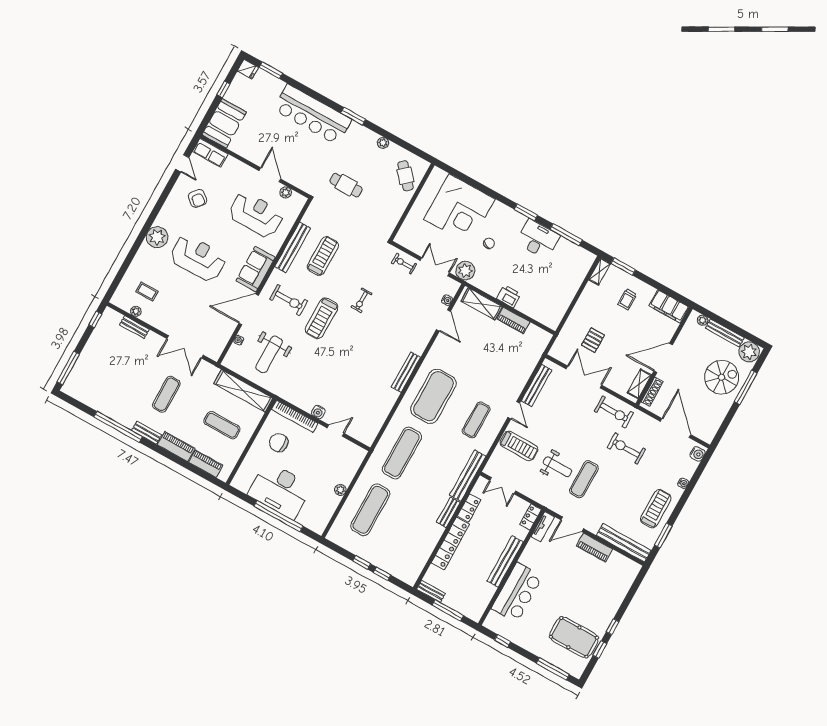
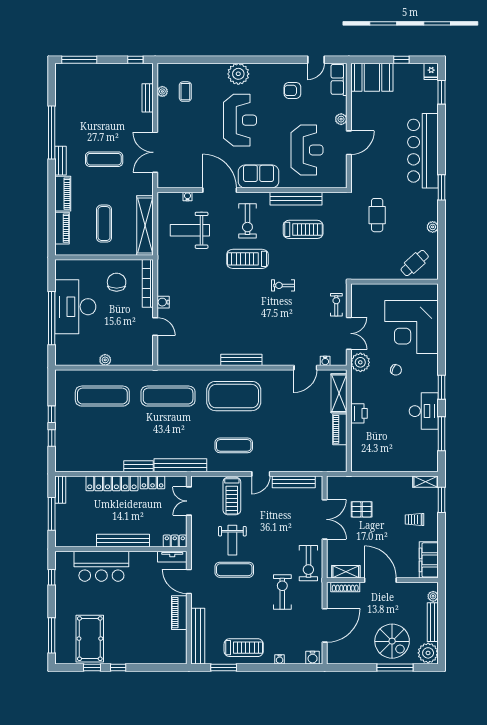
plant: (286, 192) -> (341, 119), moved
armchair: (198, 198) -> (292, 90), turned 51

